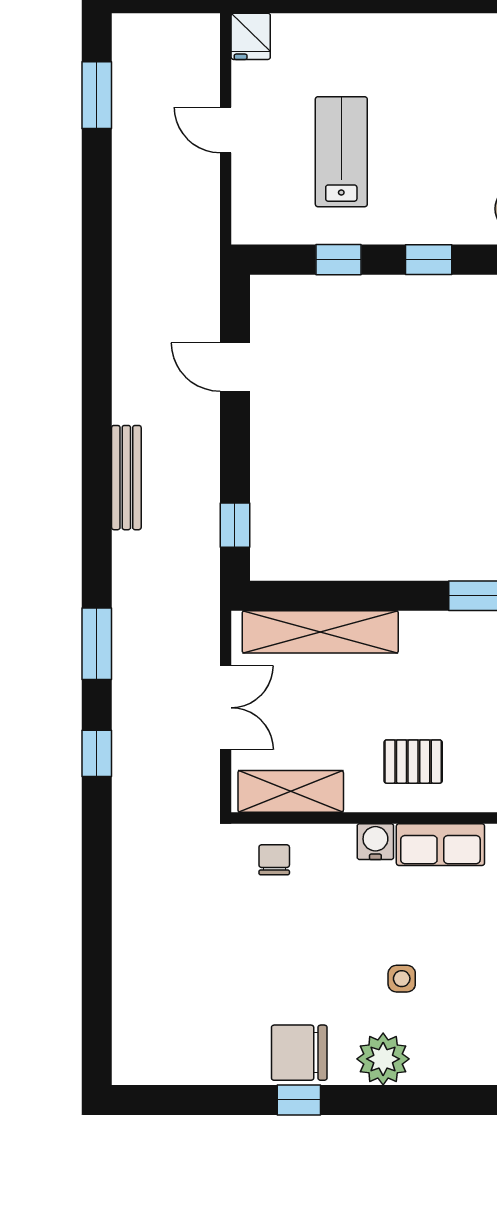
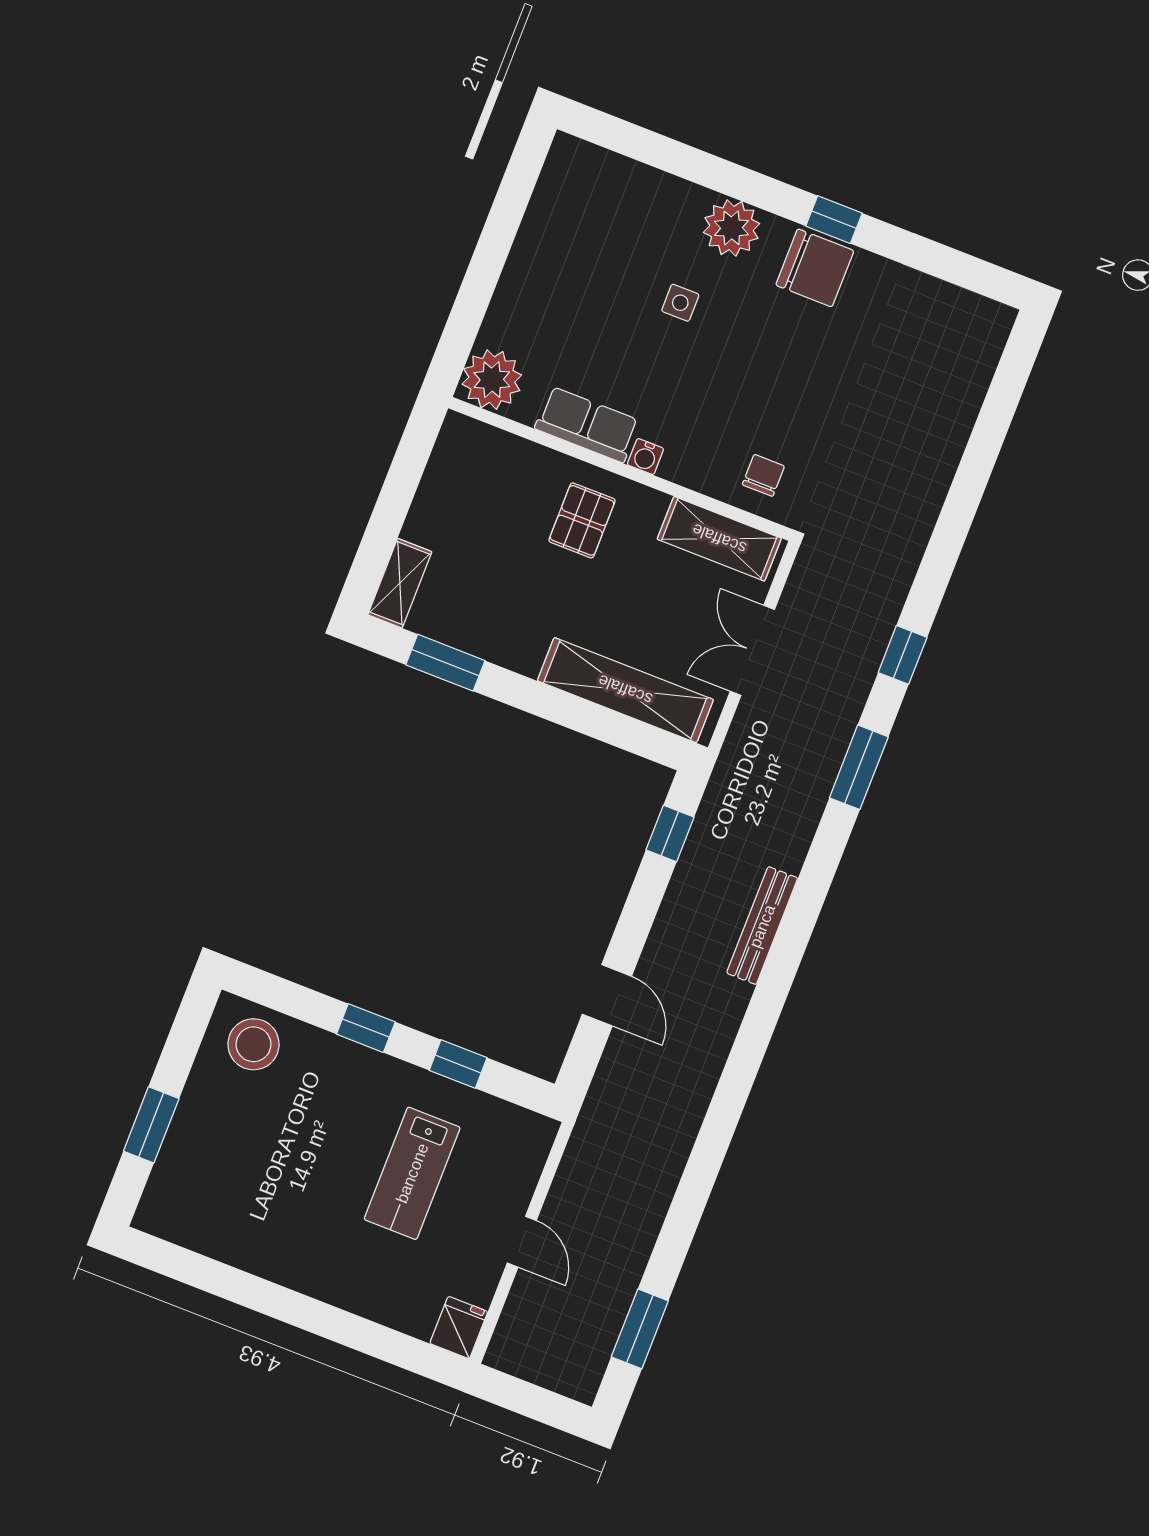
pallet: (413, 762) -> (582, 520), turned 90
water cooler: (375, 842) -> (645, 457), width x0.72, depth x0.72
chair: (274, 860) -> (763, 475), turned 180

